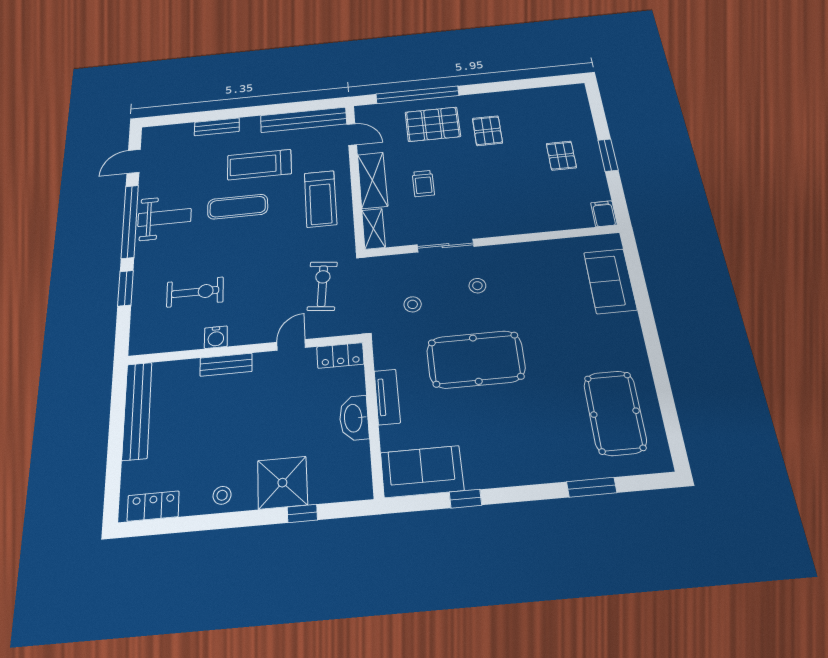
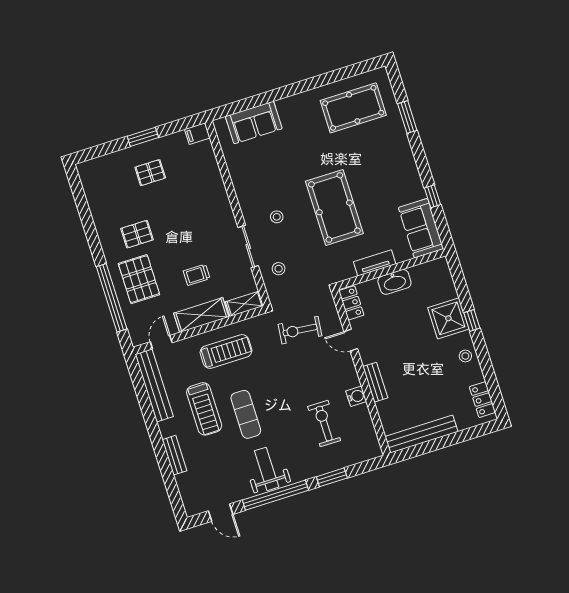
trolley: (423, 184) -> (197, 275), turned 180
stool: (413, 304) -> (279, 269), moved
window: (302, 513) -> (472, 320), moved

